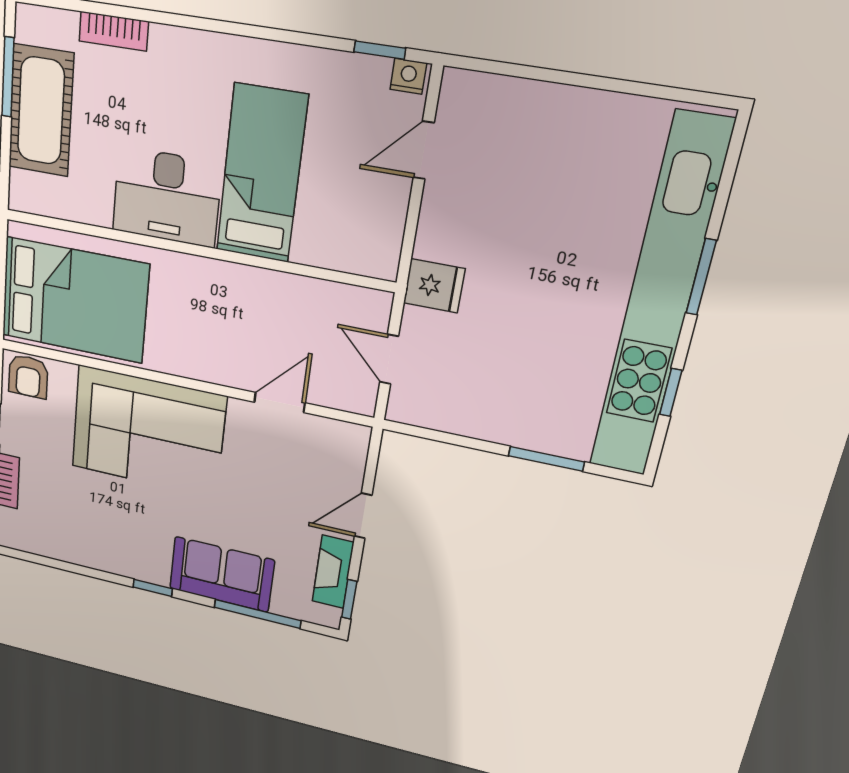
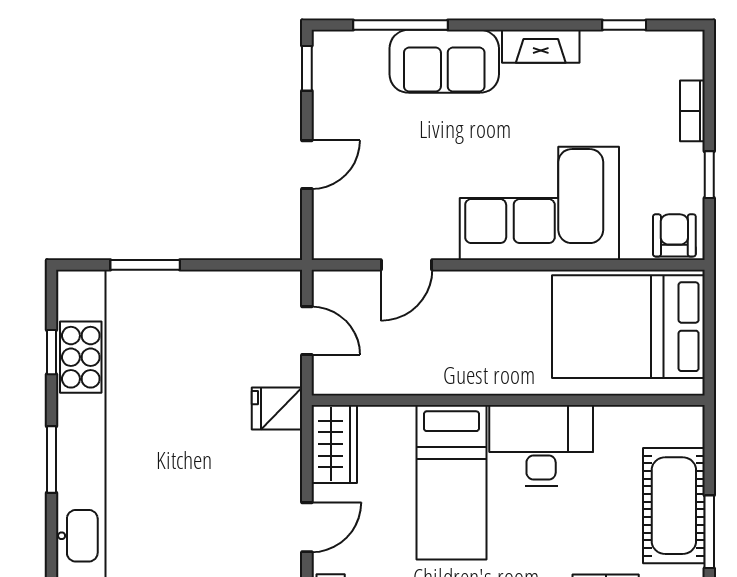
wardrobe: (379, 237) -> (334, 444), added
fireplace: (333, 572) -> (541, 46), moved, turned 90
window: (153, 588) -> (624, 25), moved

